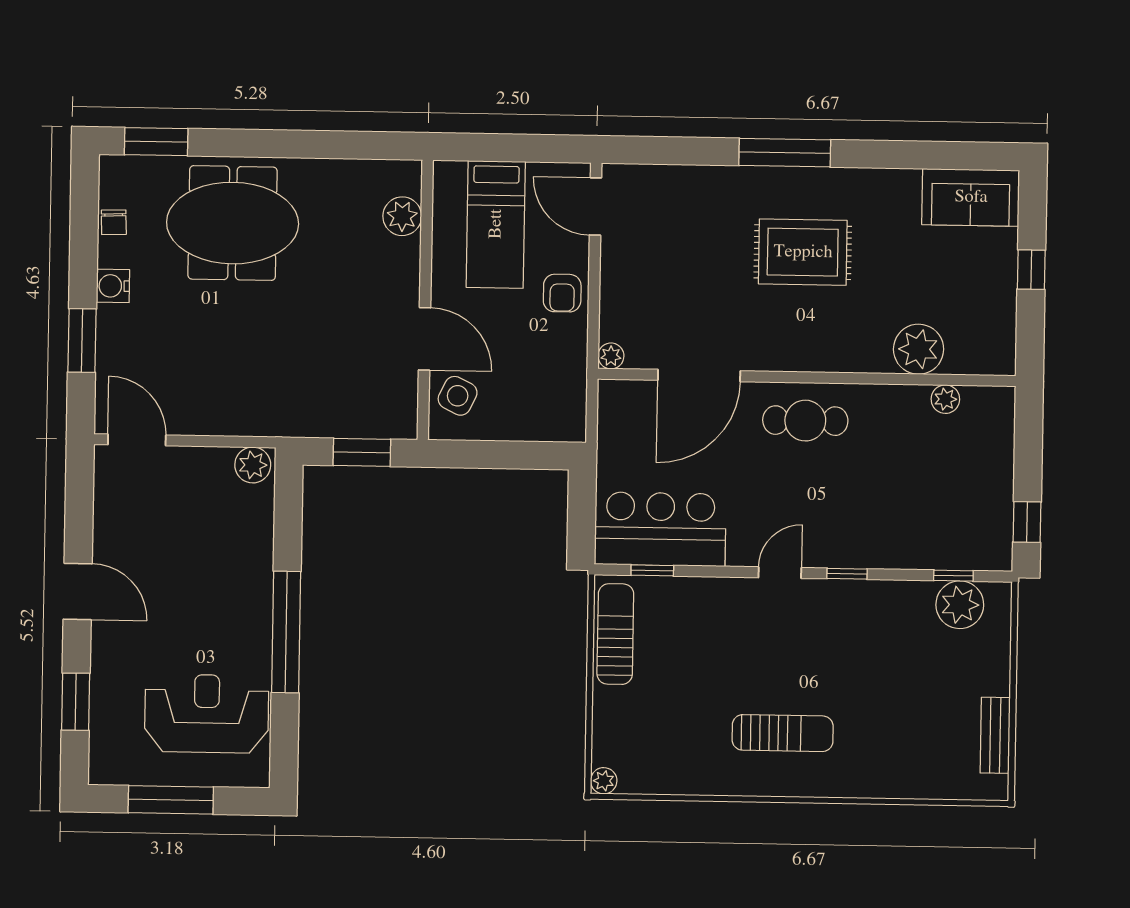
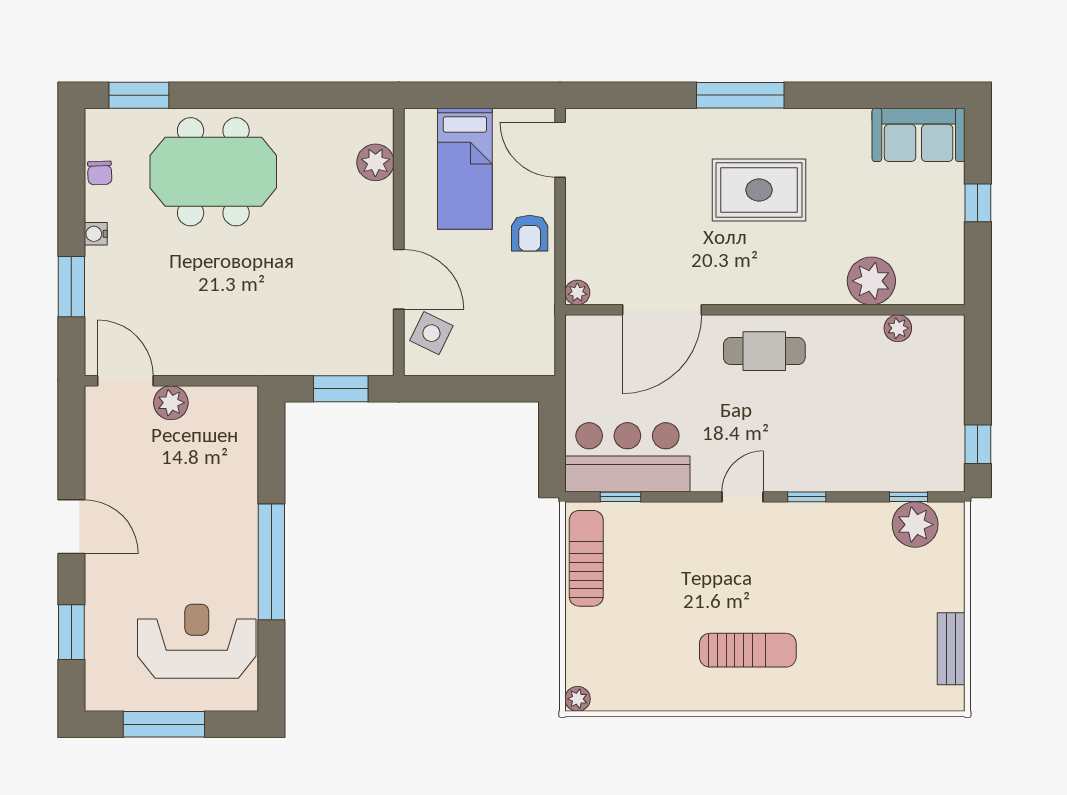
water cooler: (113, 286) -> (96, 234), width x0.72, depth x0.72
plant: (253, 465) -> (171, 403), moved

